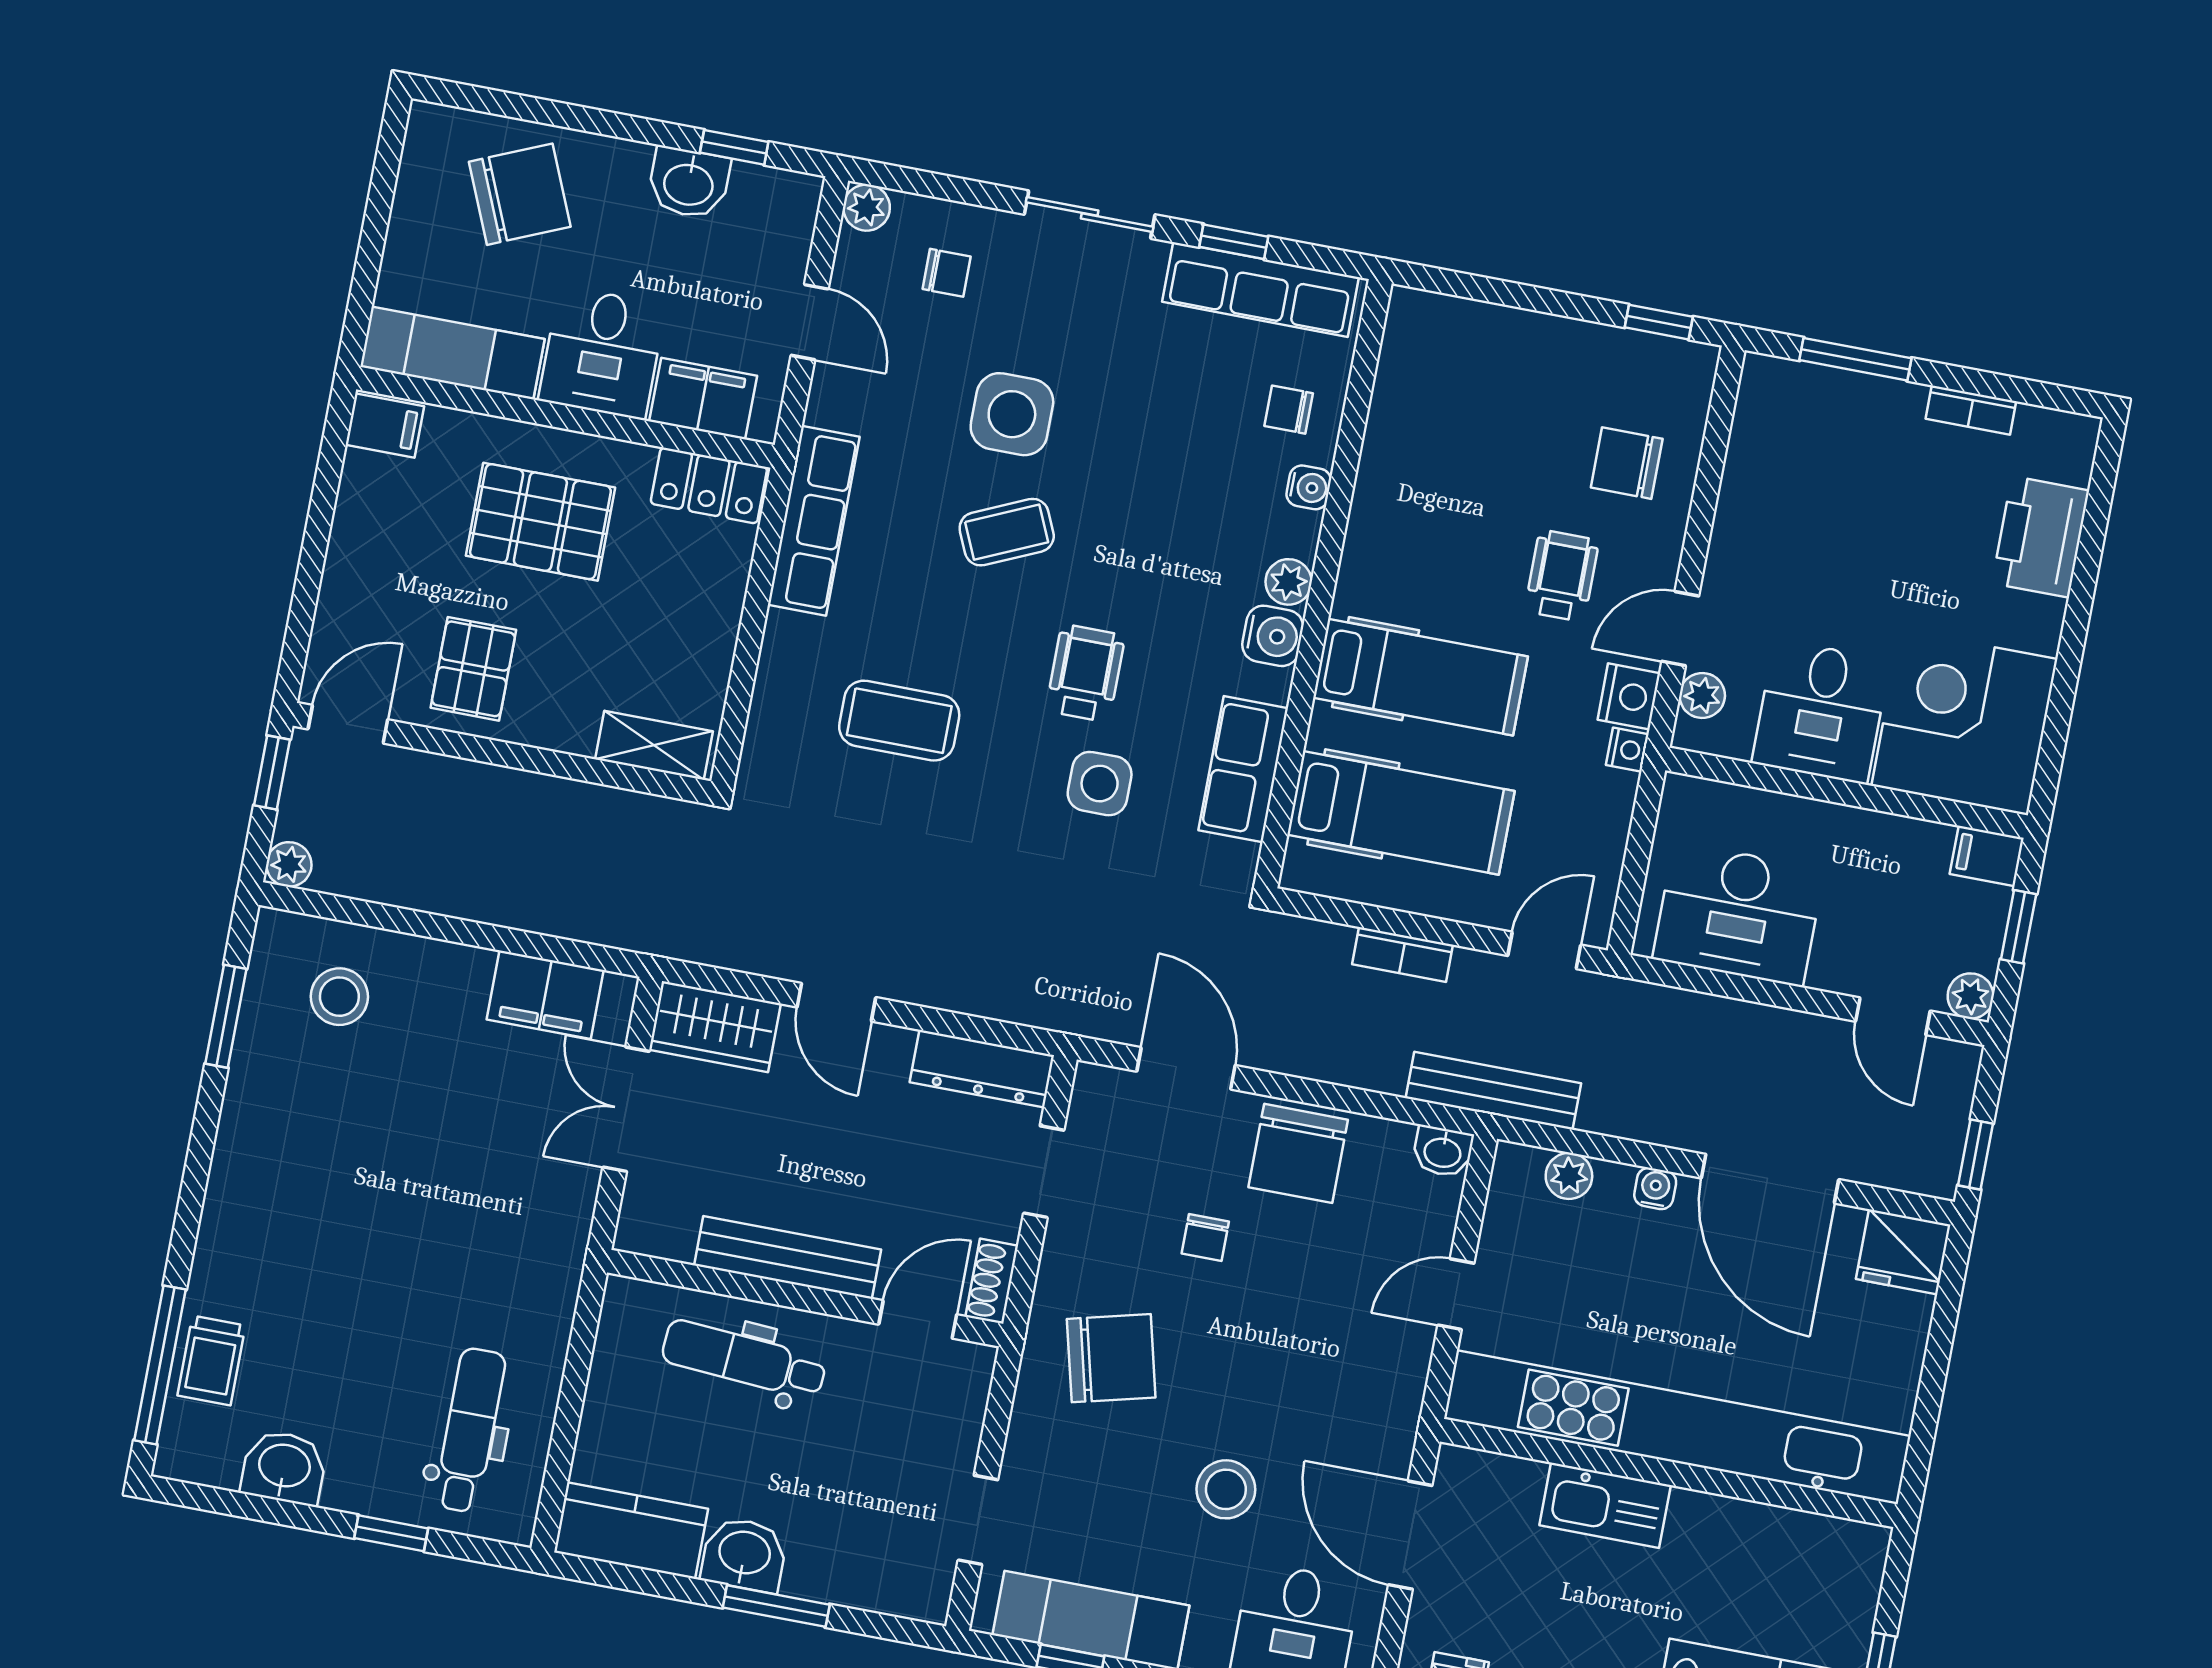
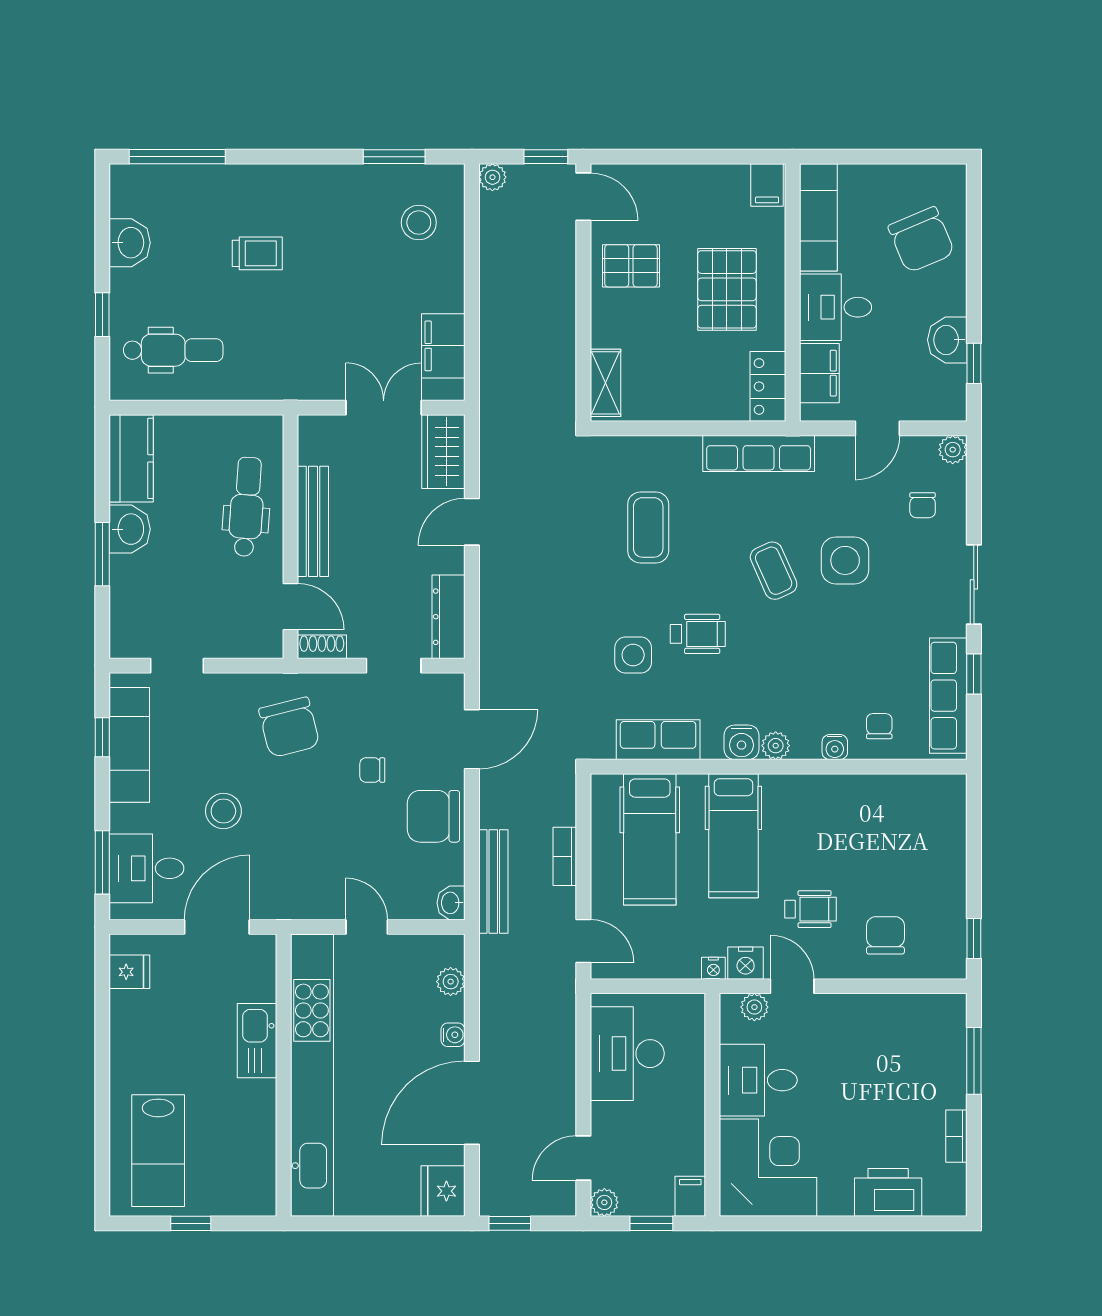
bench: (1493, 1091) -> (493, 882), moved
trolley: (211, 1361) -> (257, 253), moved, turned 180

